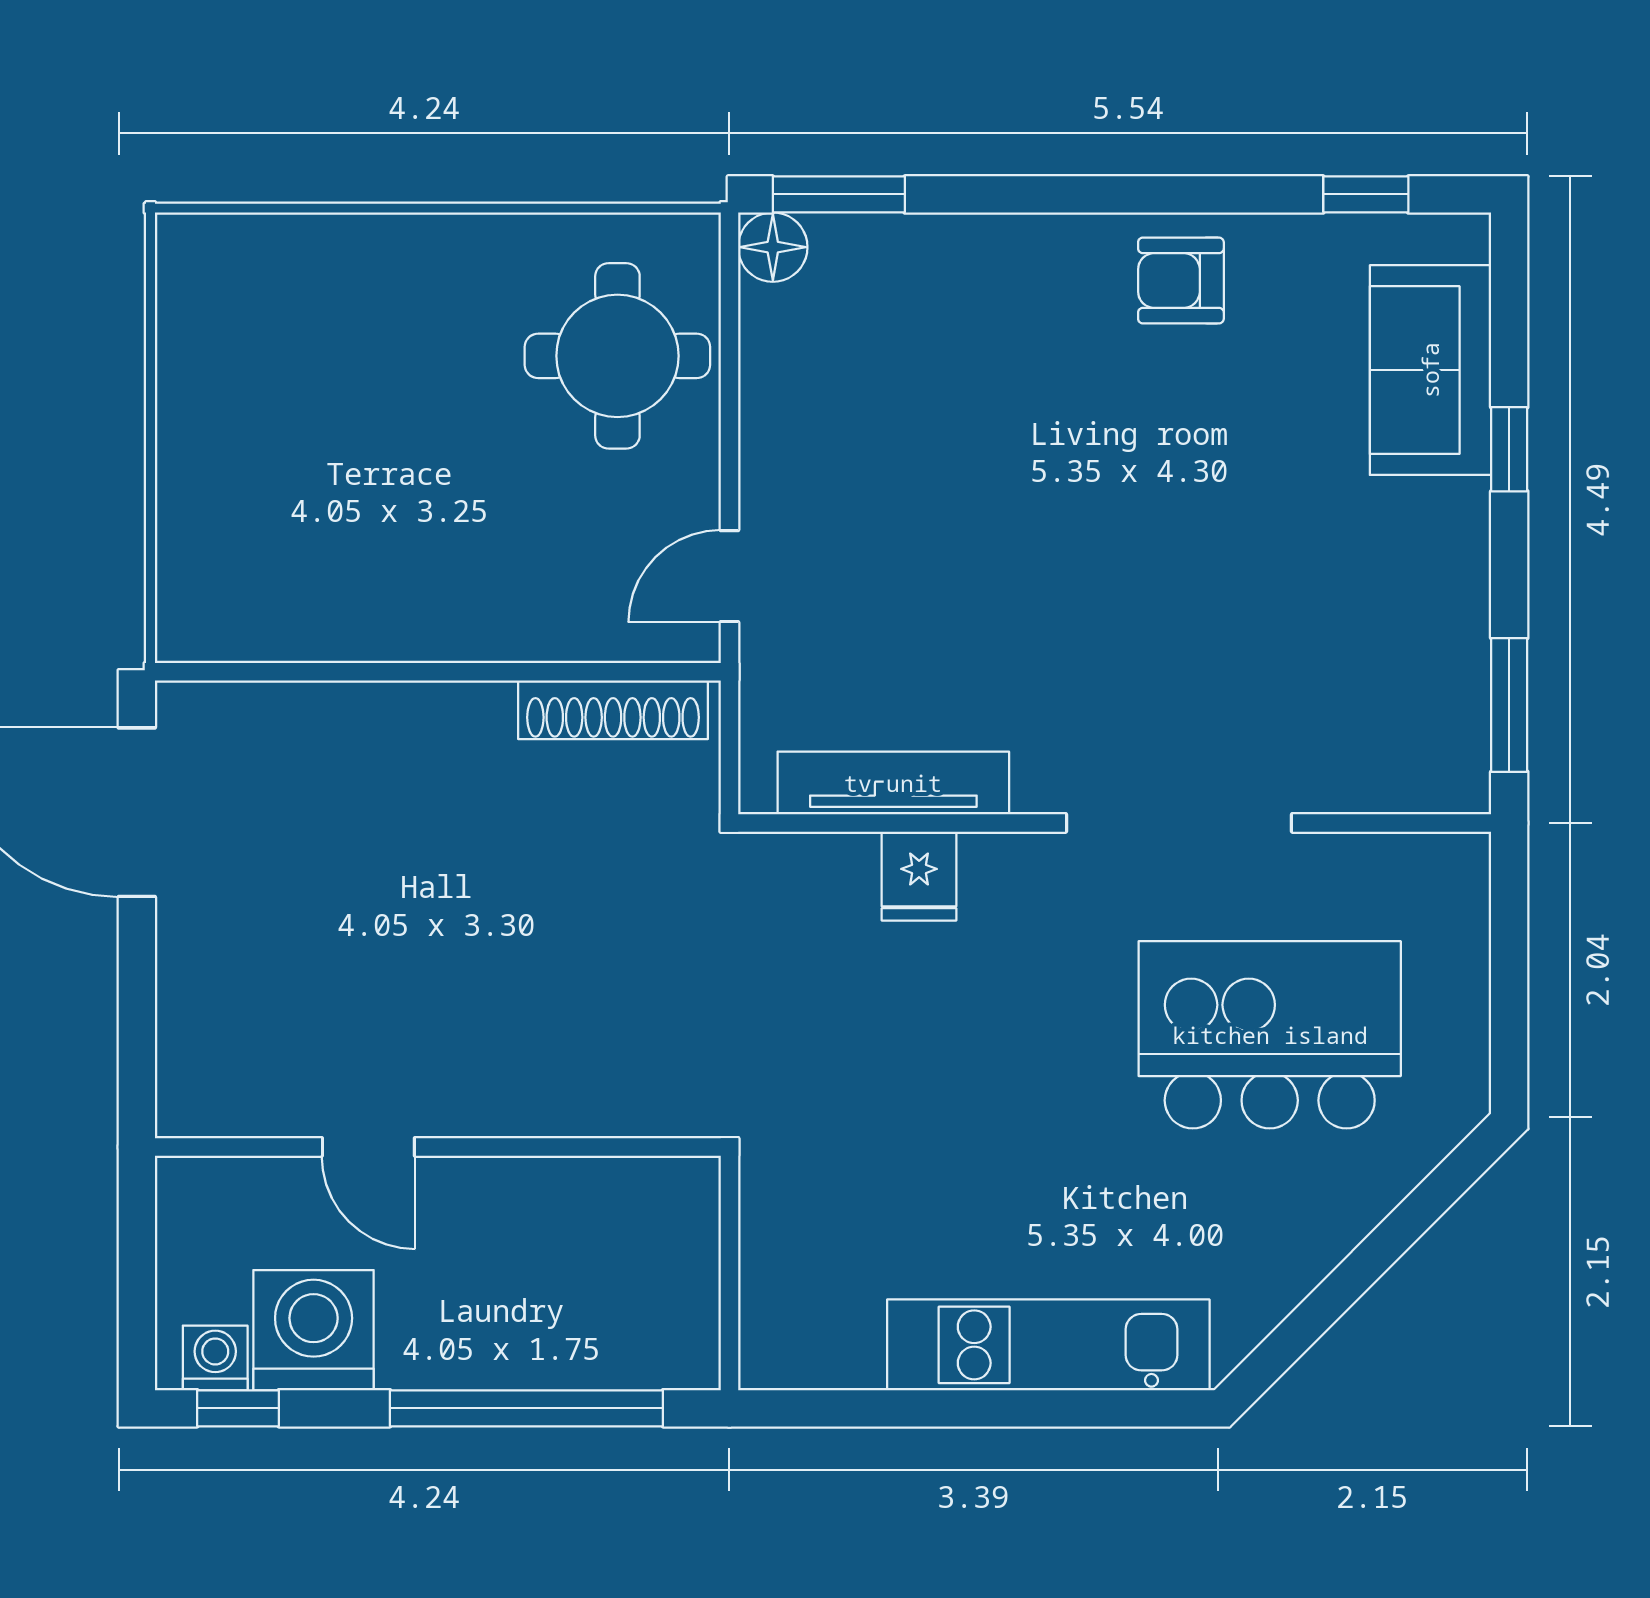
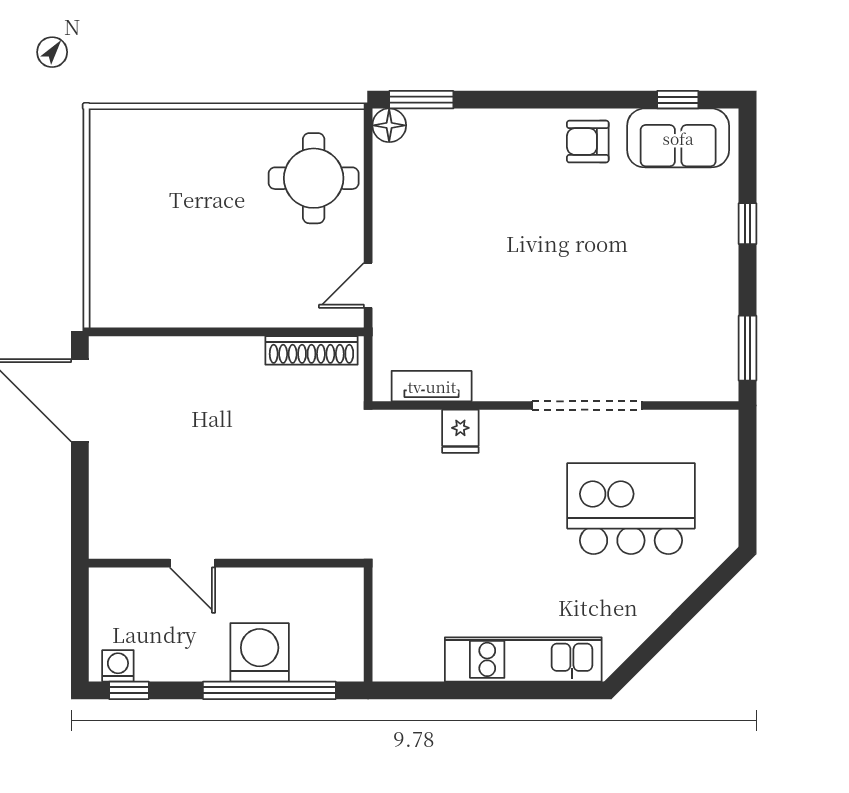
sofa: (1430, 370) -> (678, 138), moved, turned -90
tv unit: (893, 783) -> (432, 386), width x0.71
washing machine: (314, 1330) -> (260, 652), moved

